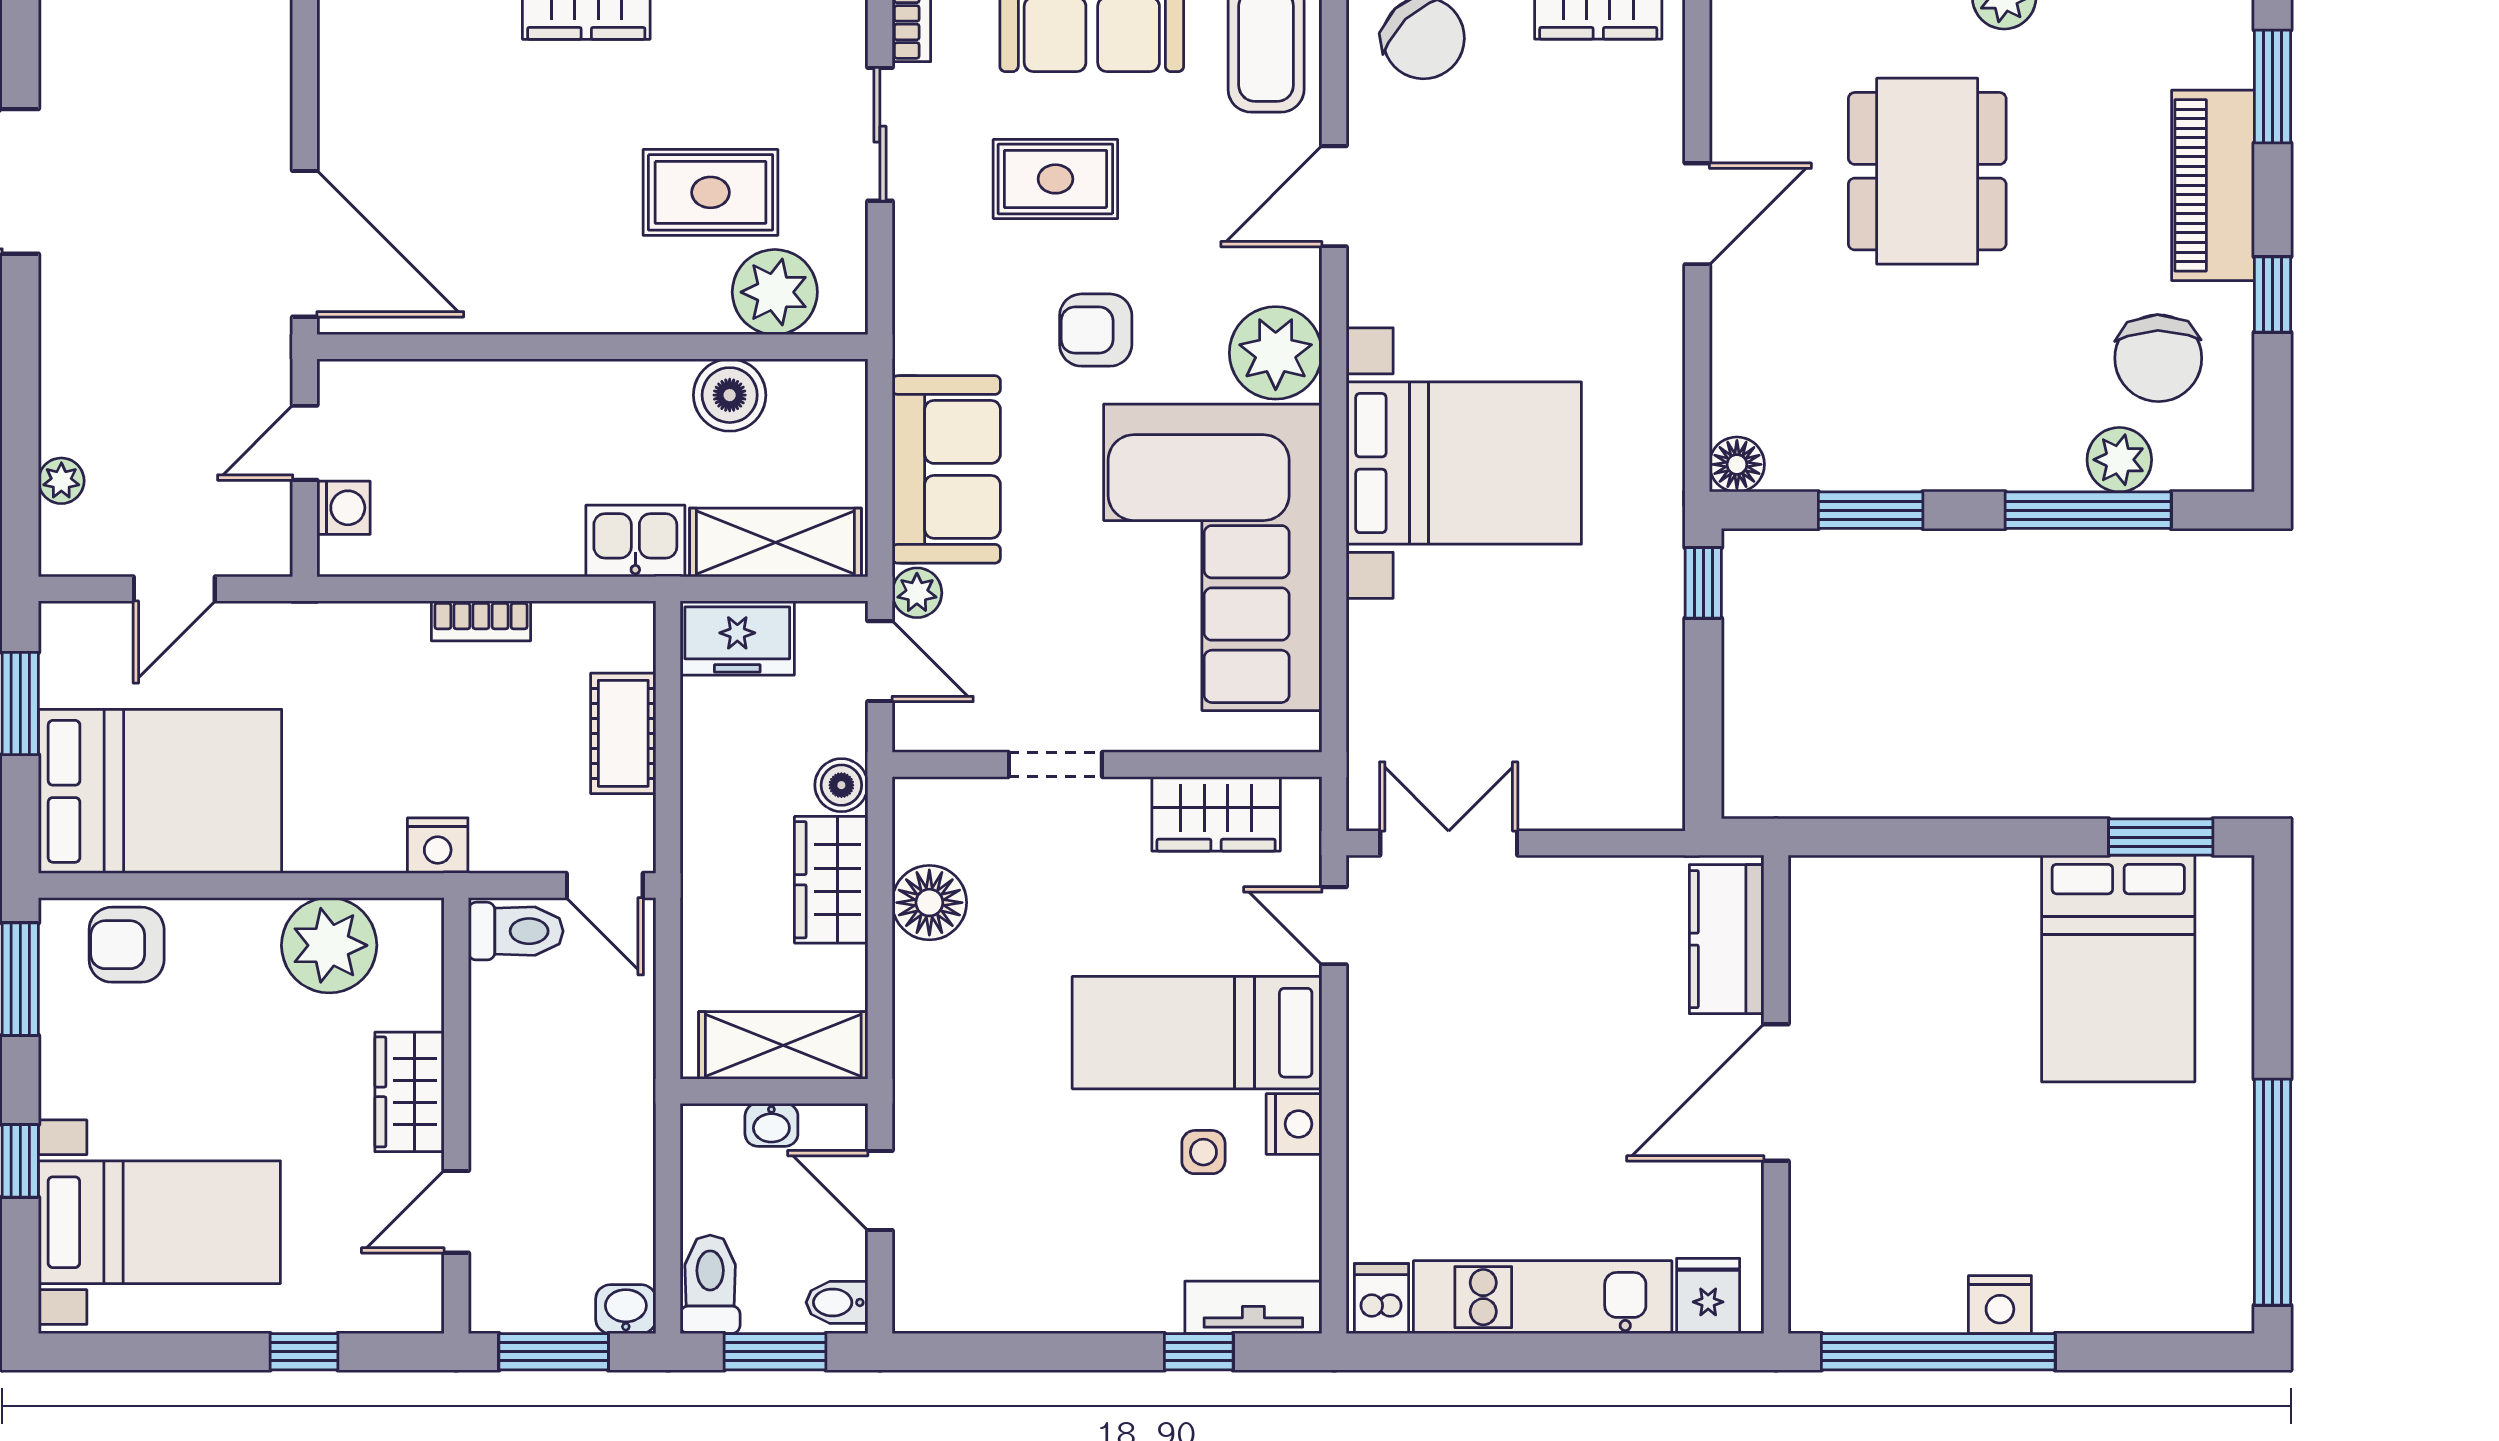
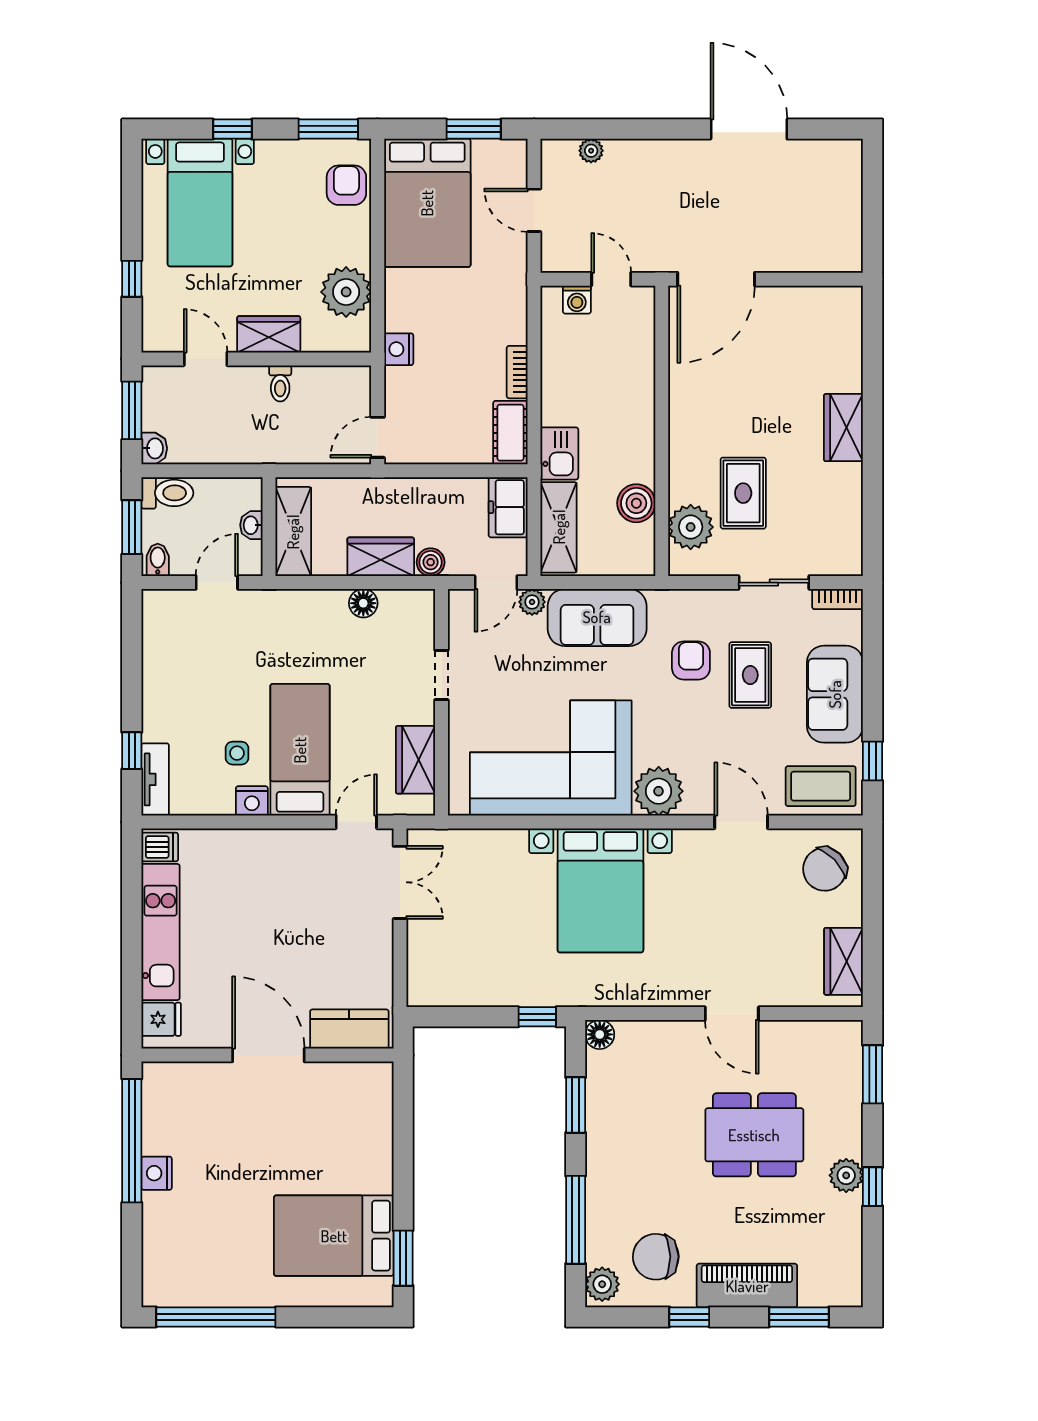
armchair: (1096, 330) -> (691, 660), moved
plant: (2119, 460) -> (602, 1284), moved
cot: (623, 733) -> (510, 433), moved, turned 90
floor lamp: (929, 903) -> (363, 603), width x0.73, depth x0.73
toilet: (516, 931) -> (280, 383), moved, width x0.73, depth x0.72

